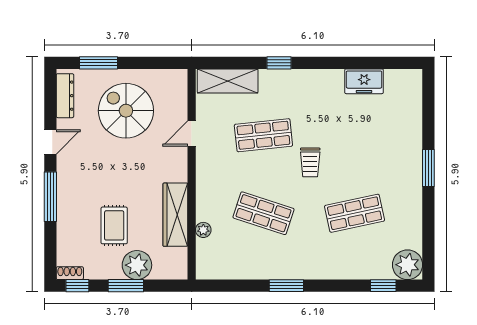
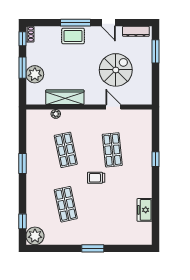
shelving: (228, 81) -> (145, 128), removed
spiral stairs: (126, 111) -> (116, 70), moved
shop shelf: (263, 213) -> (66, 150), turned -30
rug: (114, 225) -> (73, 36), moved

